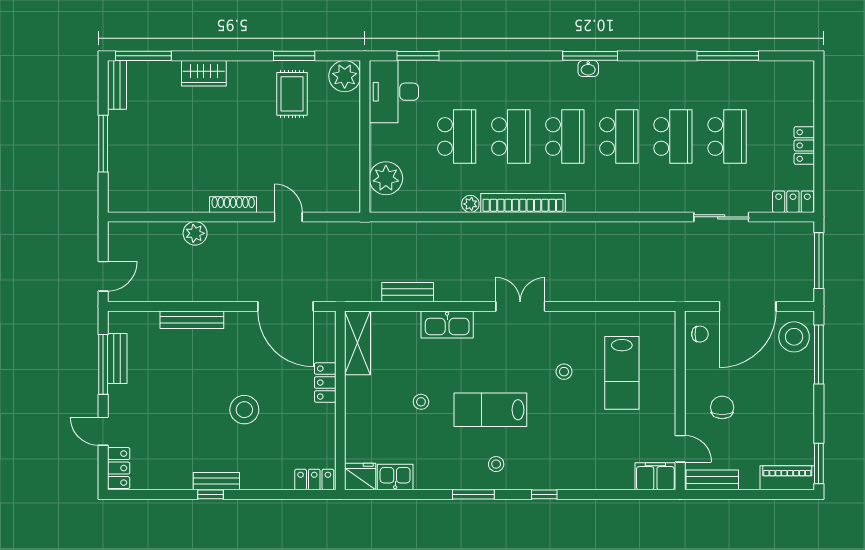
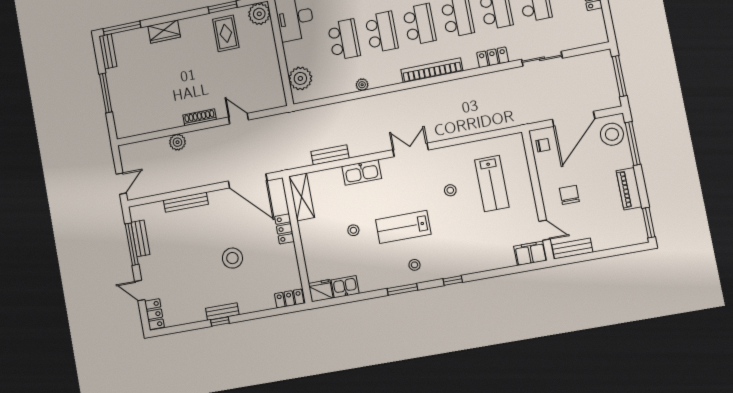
locker: (793, 202) -> (493, 57), moved
bookcase: (523, 203) -> (432, 70), moved
piano: (787, 478) -> (629, 189), moved, turned -90

